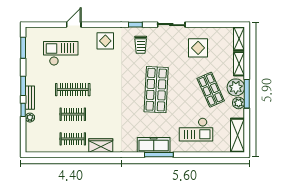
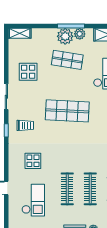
display table: (105, 41) -> (33, 161), moved
checkout: (61, 53) -> (33, 200), turned 180
shelving: (239, 64) -> (43, 33), removed
shop shelf: (211, 90) -> (67, 60), turned 33
clothes rail: (73, 114) -> (90, 189), width x1.36

